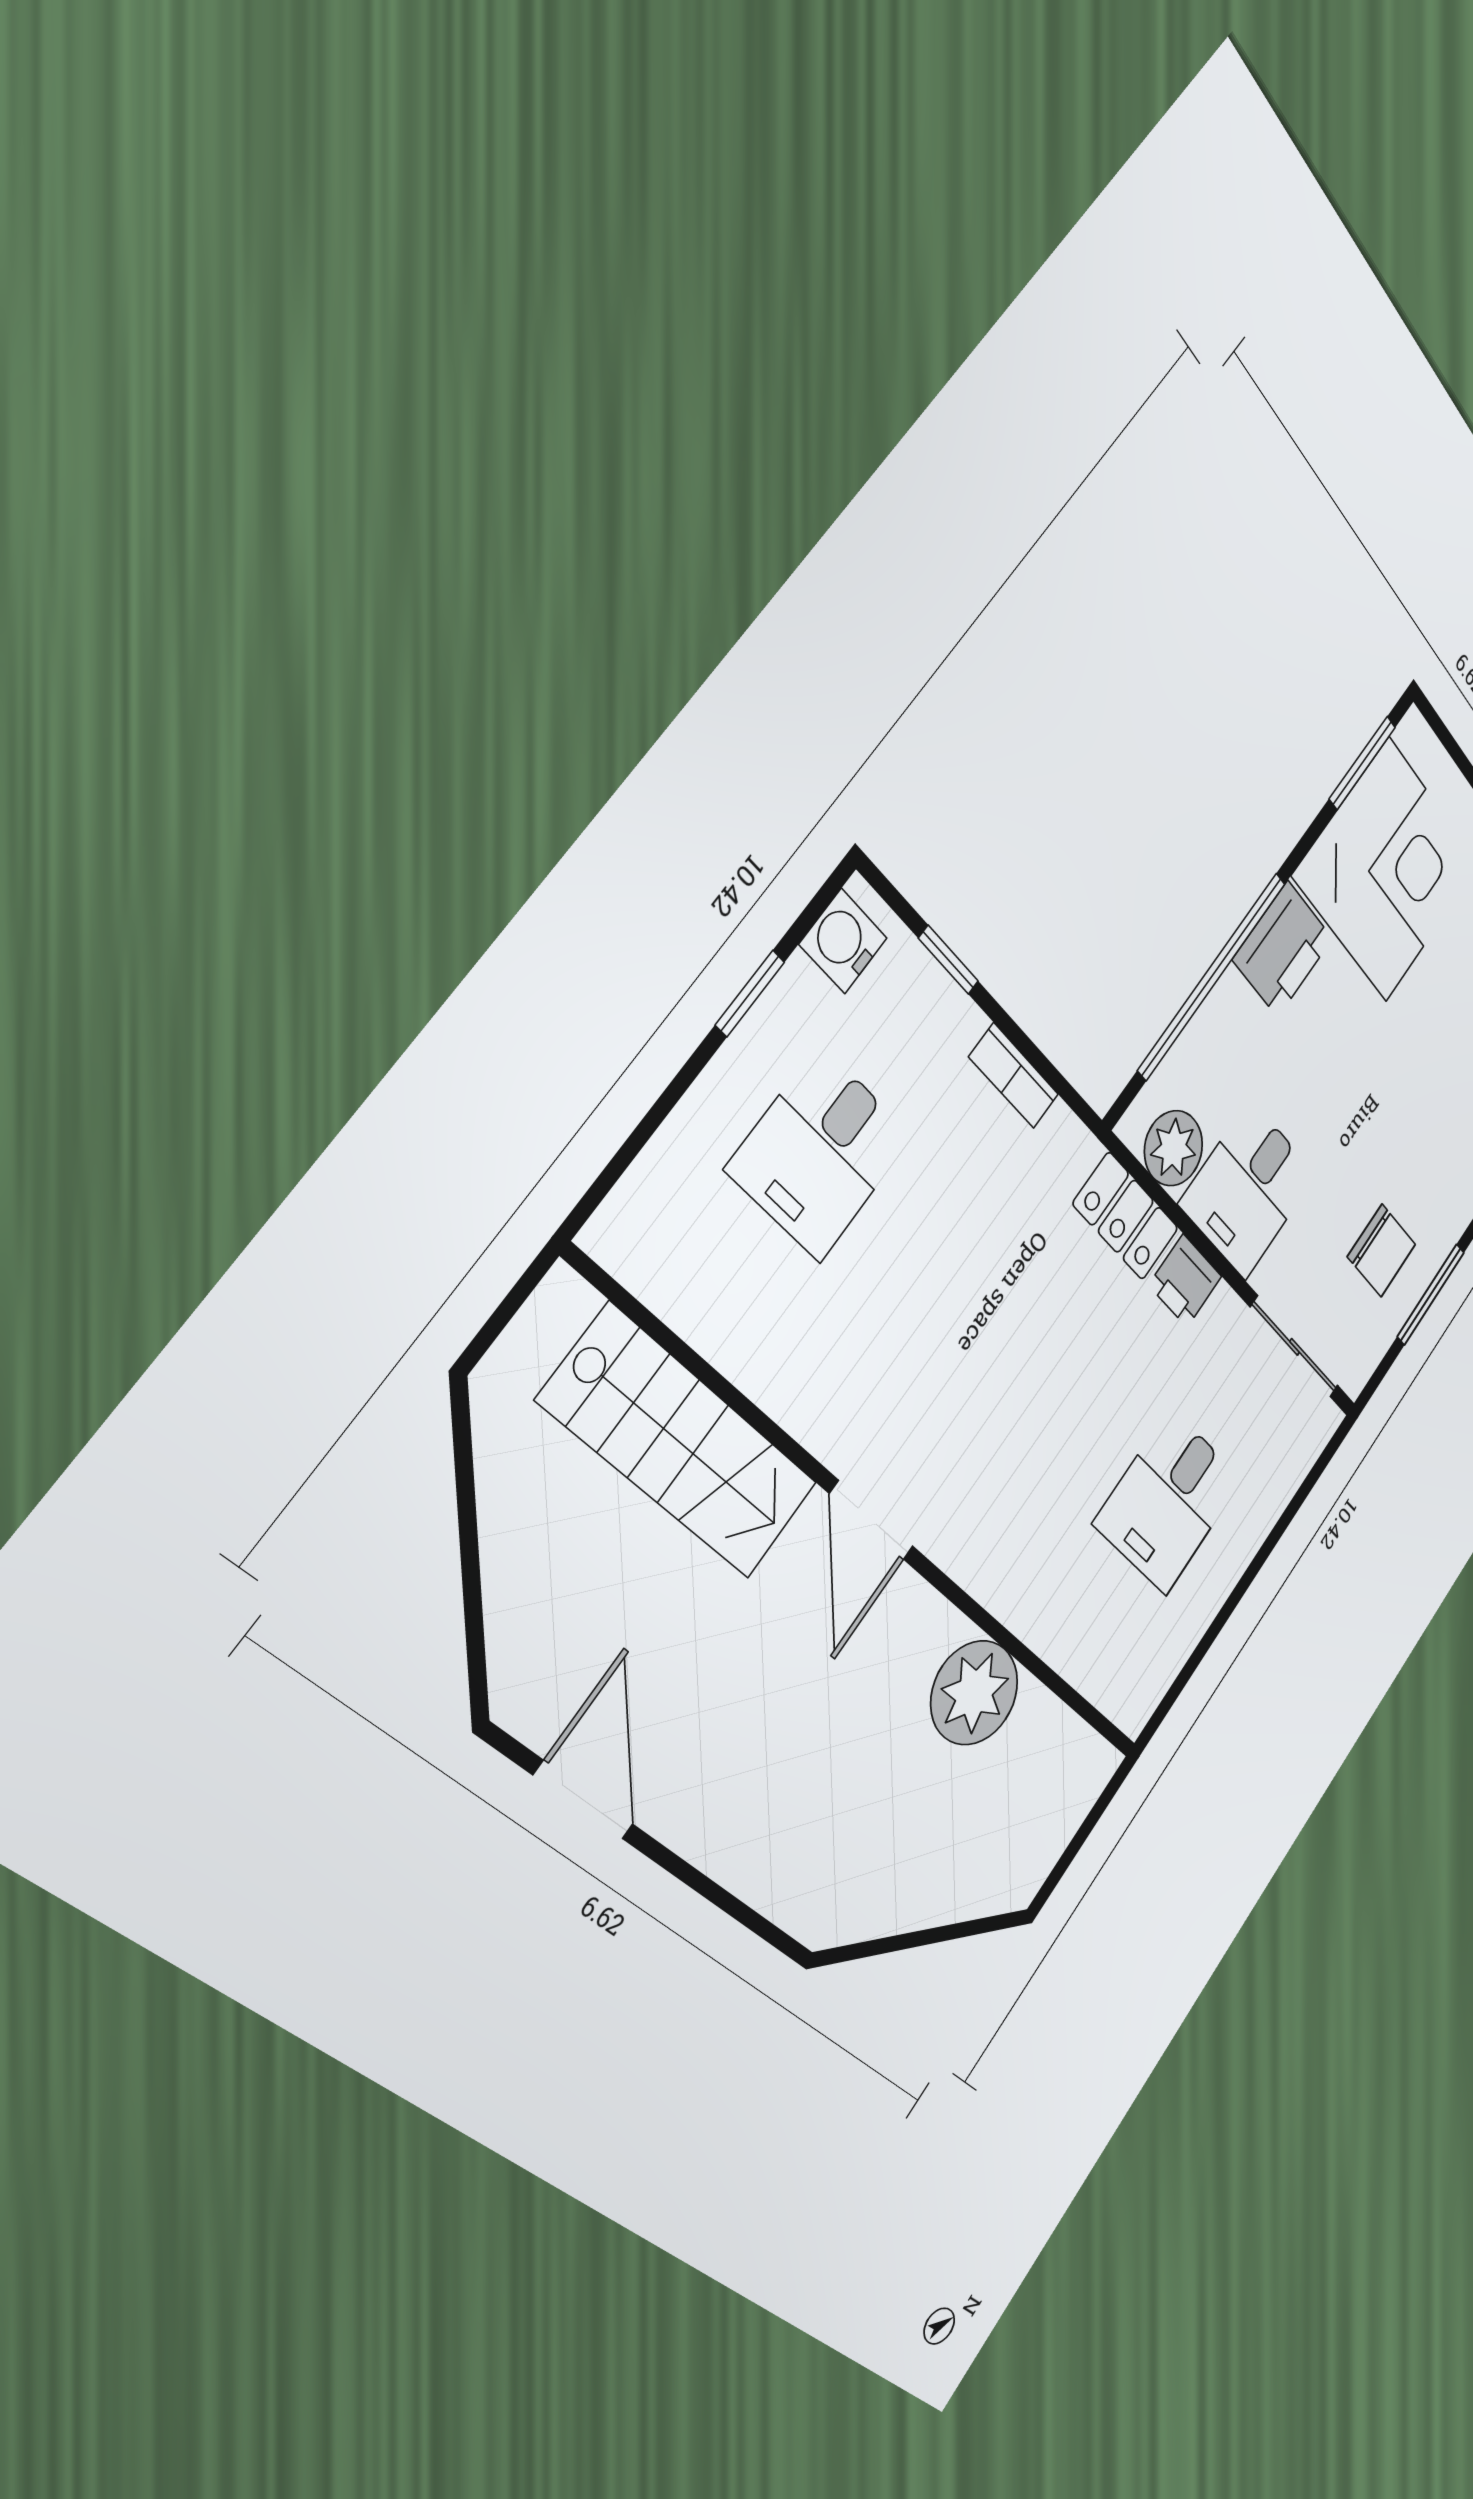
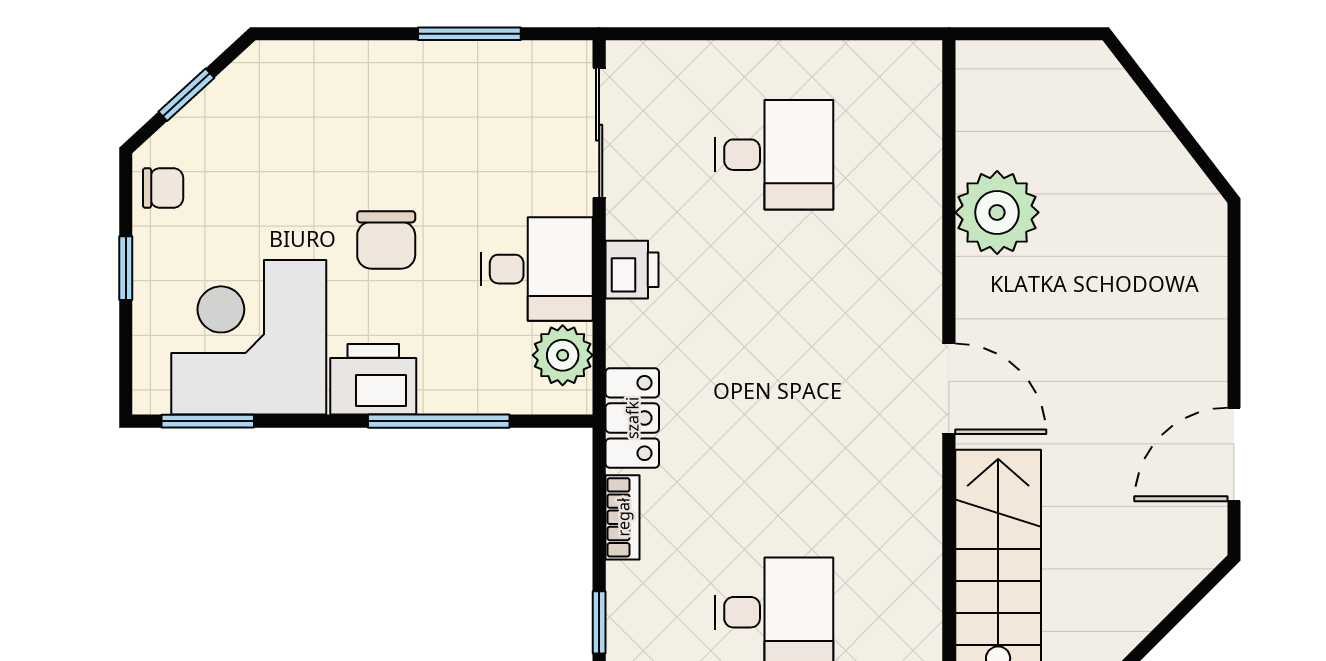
window: (1212, 976) -> (439, 421), width x0.68
locker: (1126, 1216) -> (632, 418), moved
chair: (1382, 1251) -> (386, 240), moved, turned 180
door: (872, 1520) -> (949, 389), hinge flipped

